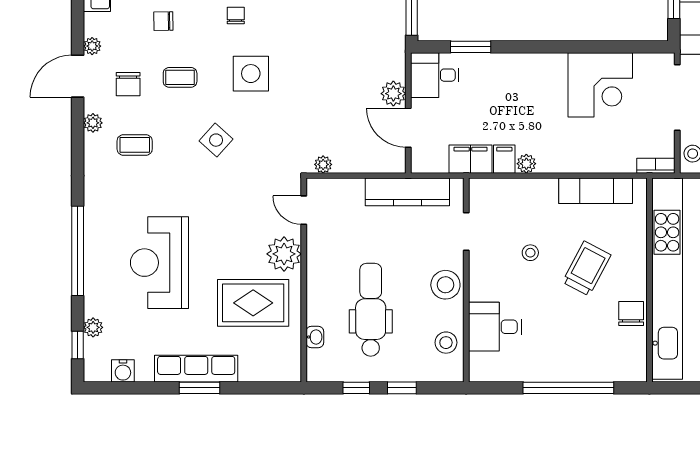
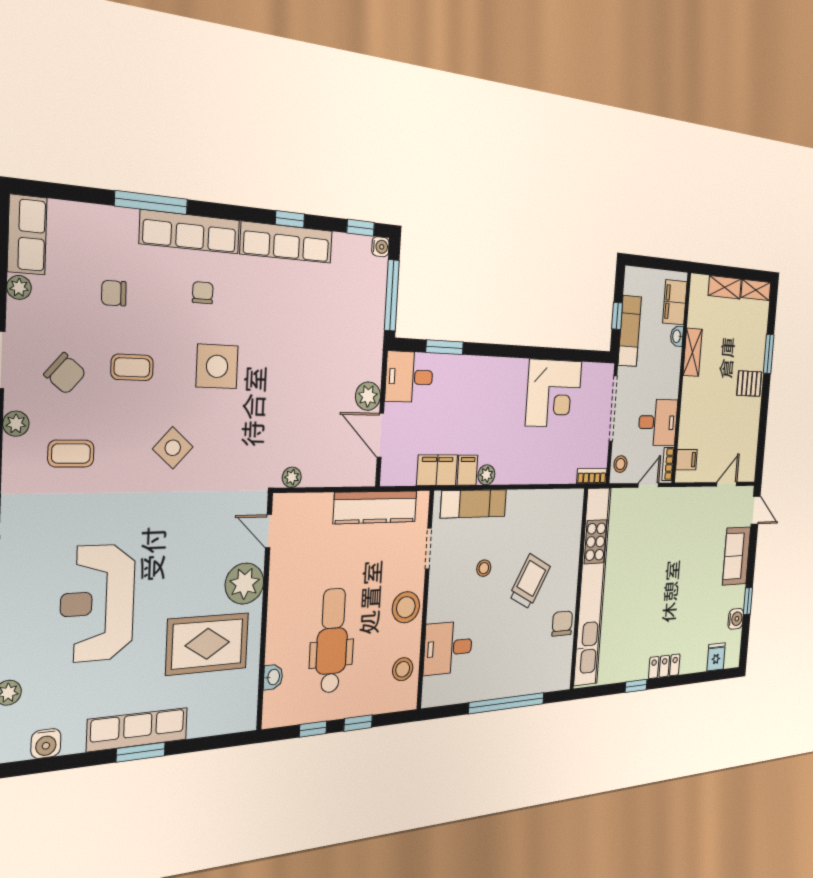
plant: (92, 46) -> (19, 287), moved
chair: (128, 84) -> (65, 374), turned -50
exam couch: (596, 191) -> (474, 504), moved

